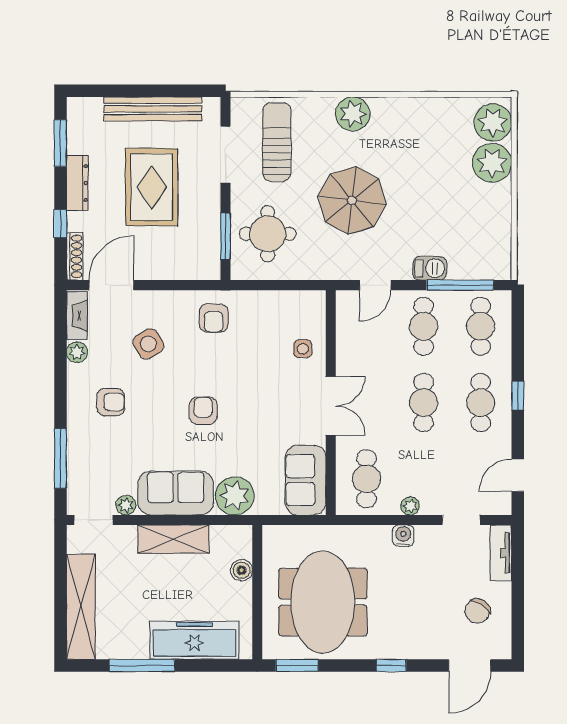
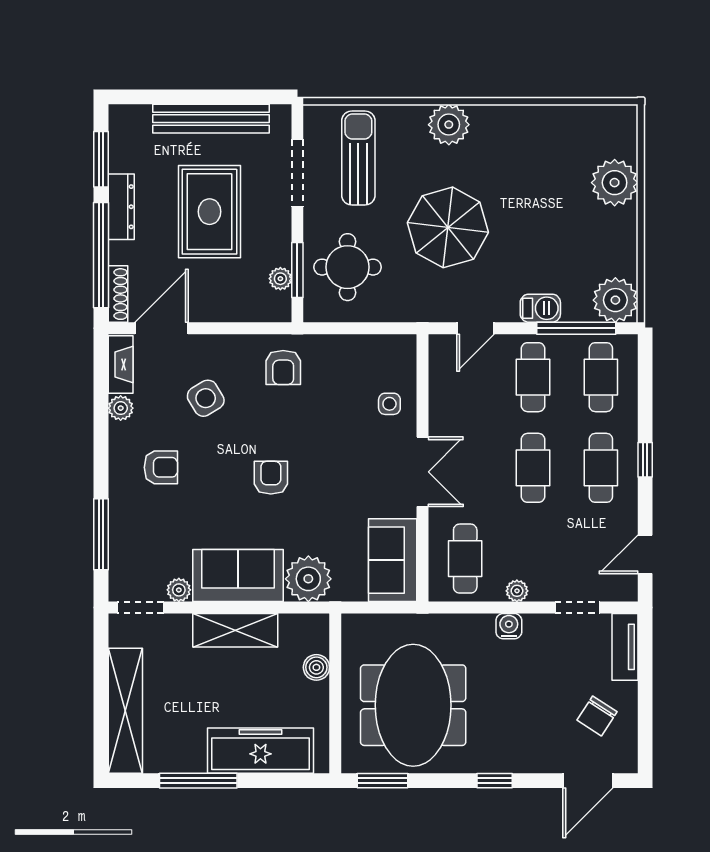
plant: (493, 122) -> (615, 300), moved
window: (60, 224) -> (101, 255), width x3.17
plant: (211, 243) -> (280, 279), added

